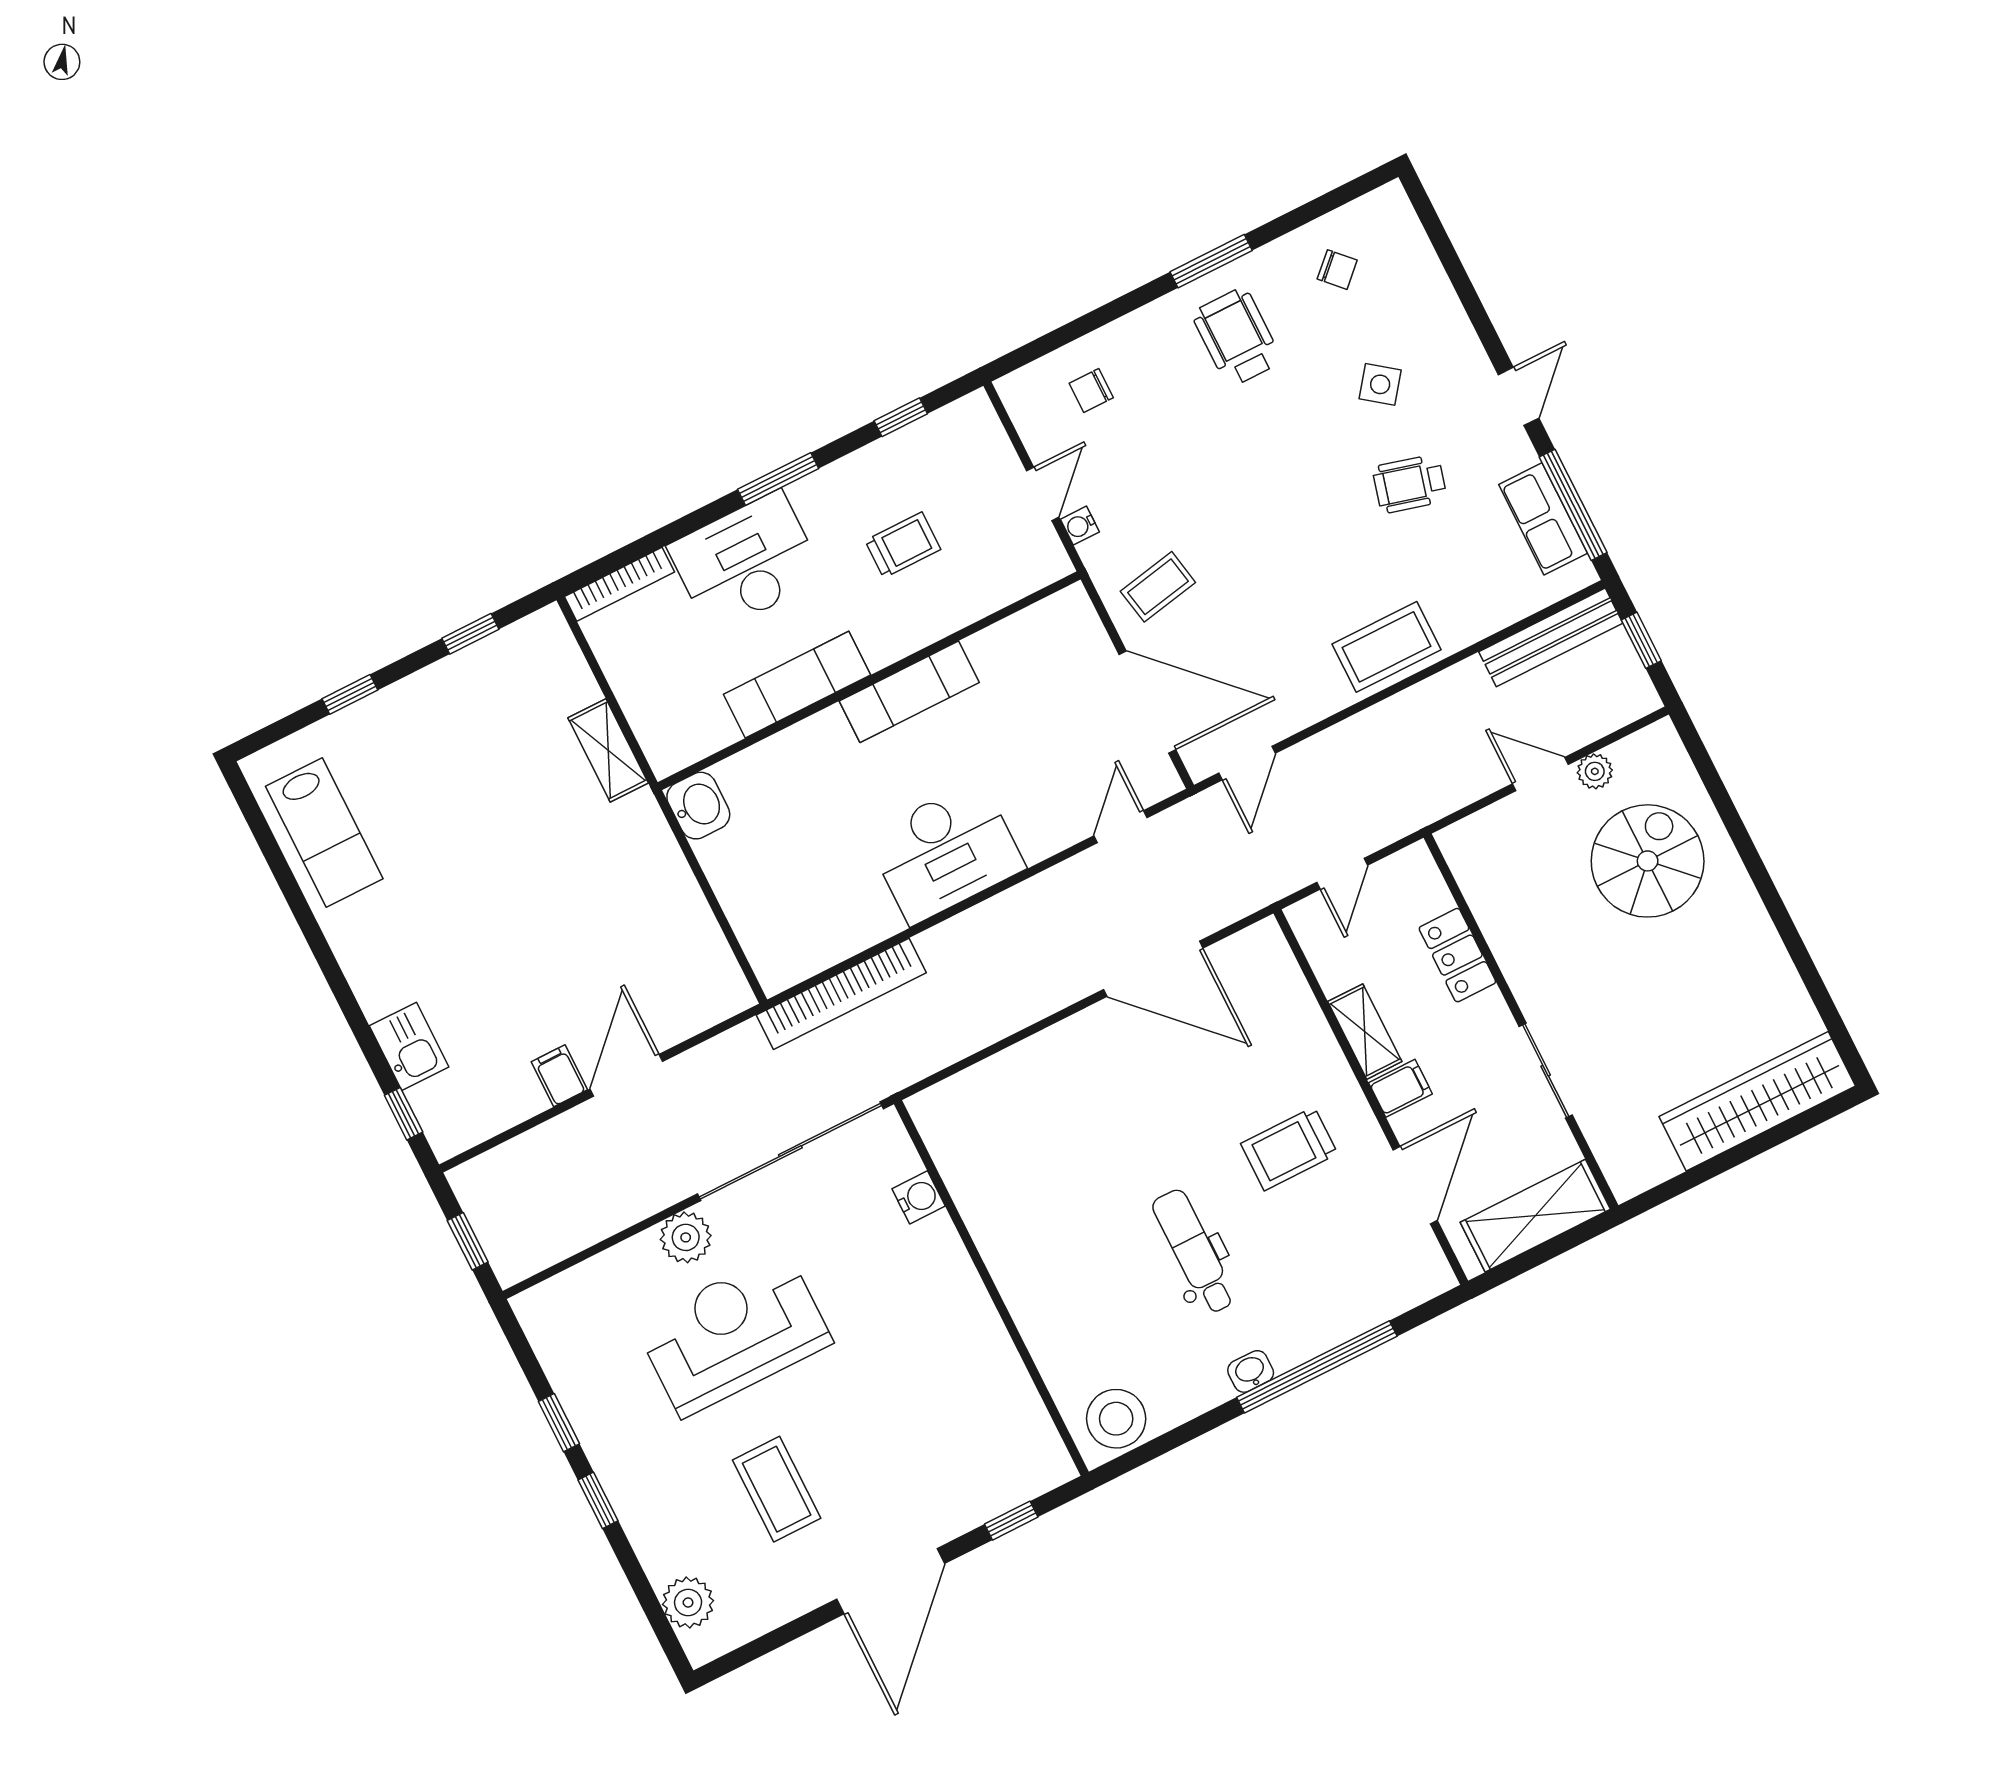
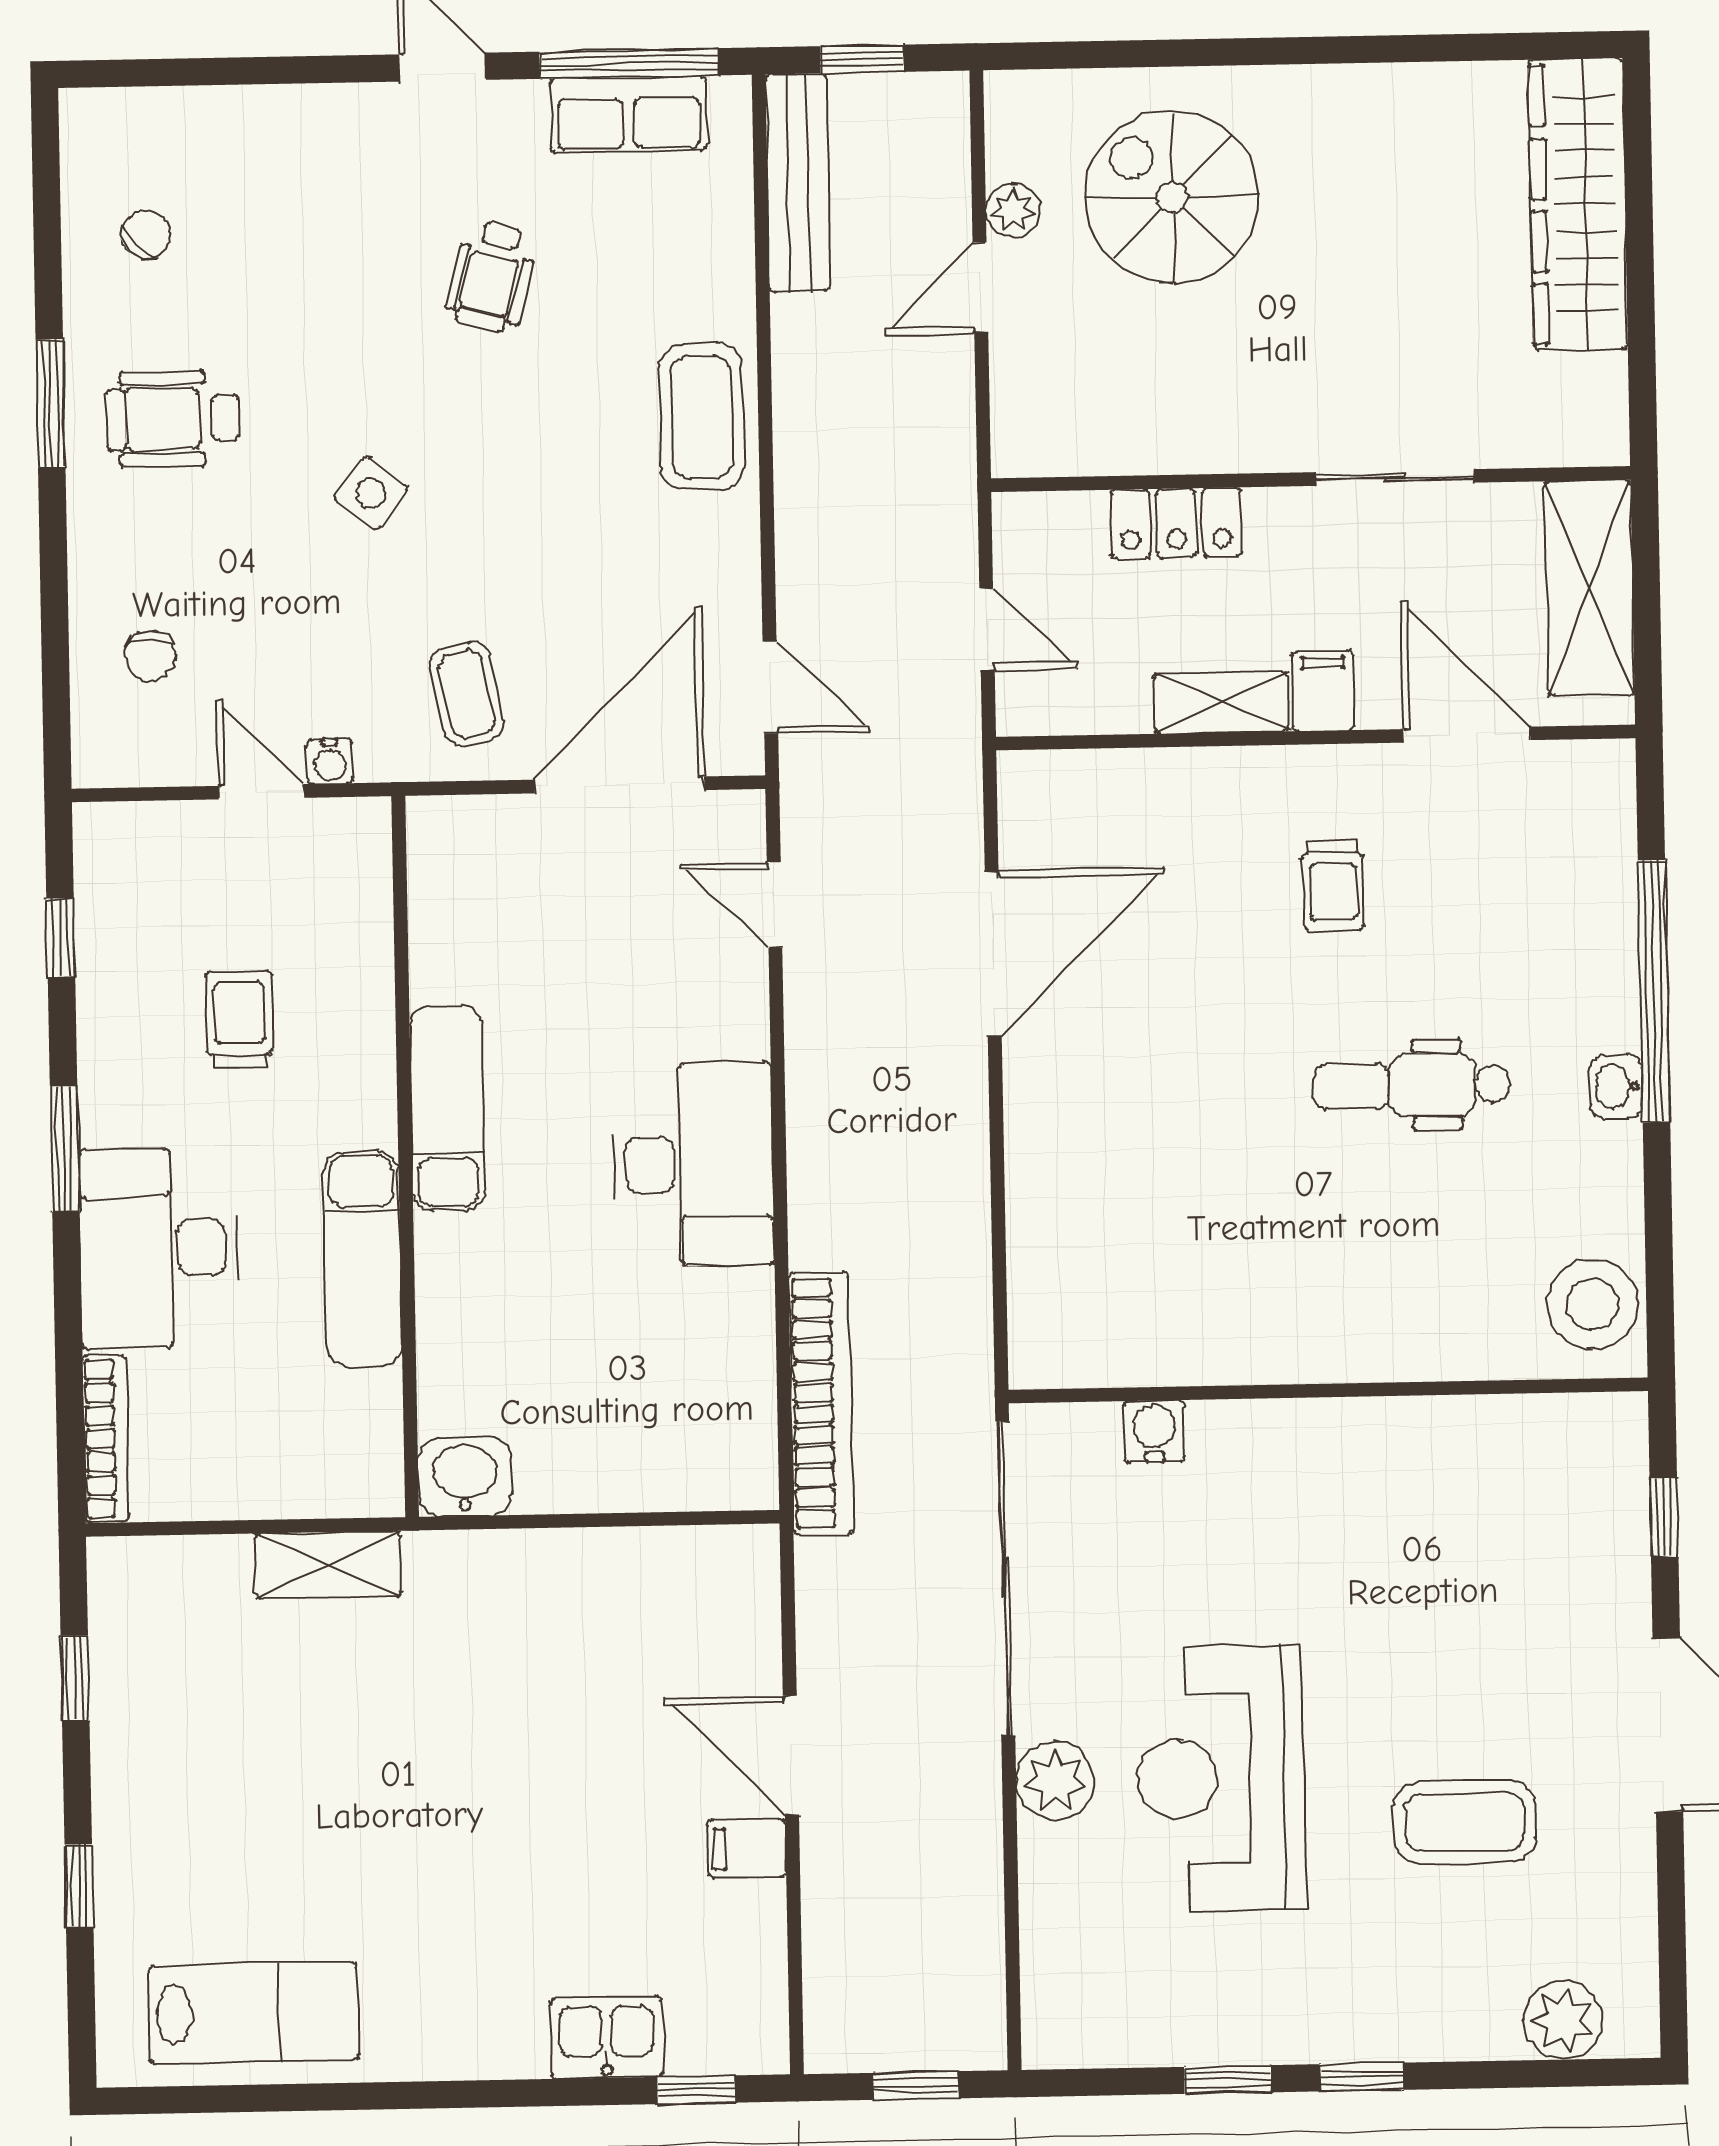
side table: (1380, 384) -> (371, 493), moved
trolley: (1289, 1149) -> (1333, 885), width x0.73, depth x0.72

